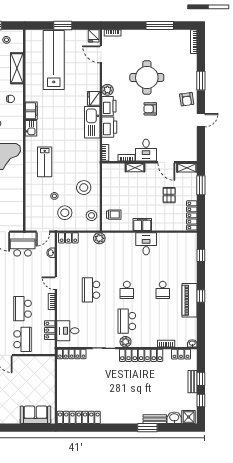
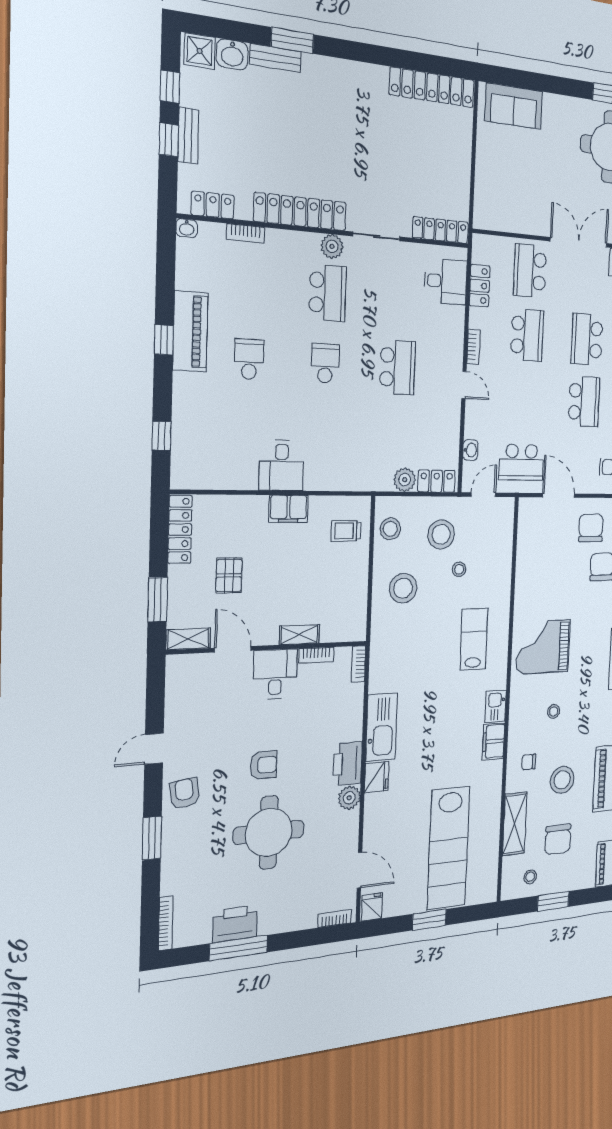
printer: (109, 127) -> (235, 924), moved, turned 90
plant: (99, 238) -> (405, 480), moved

